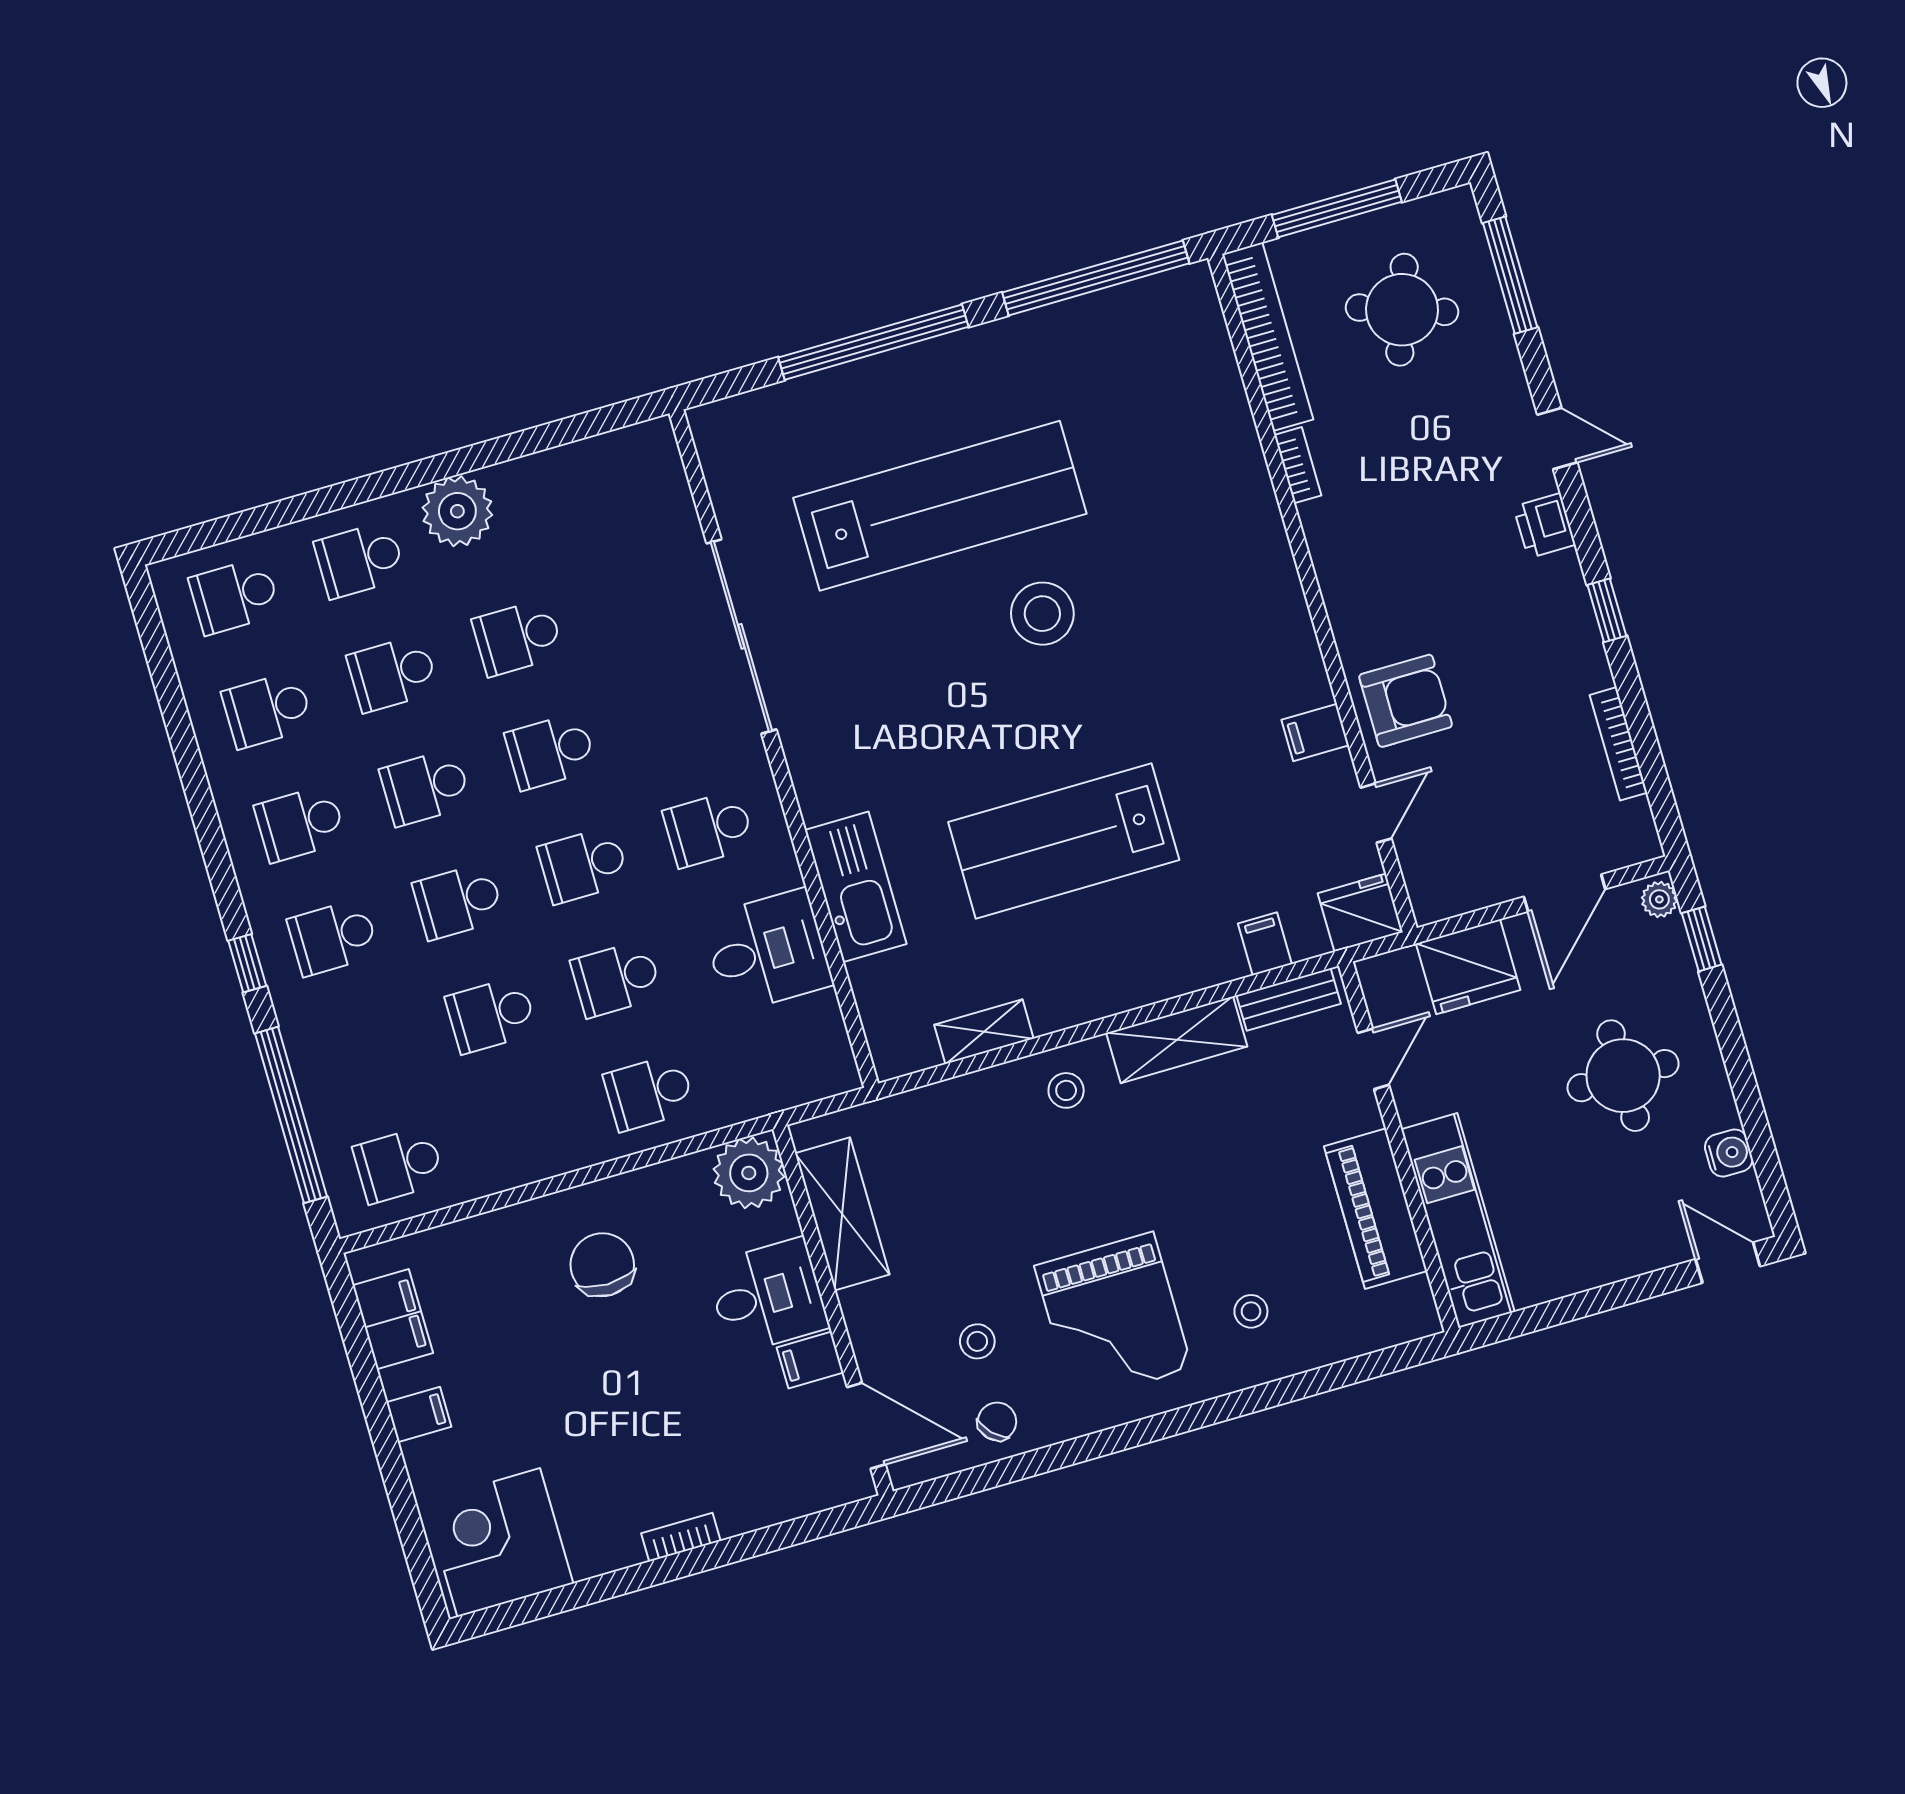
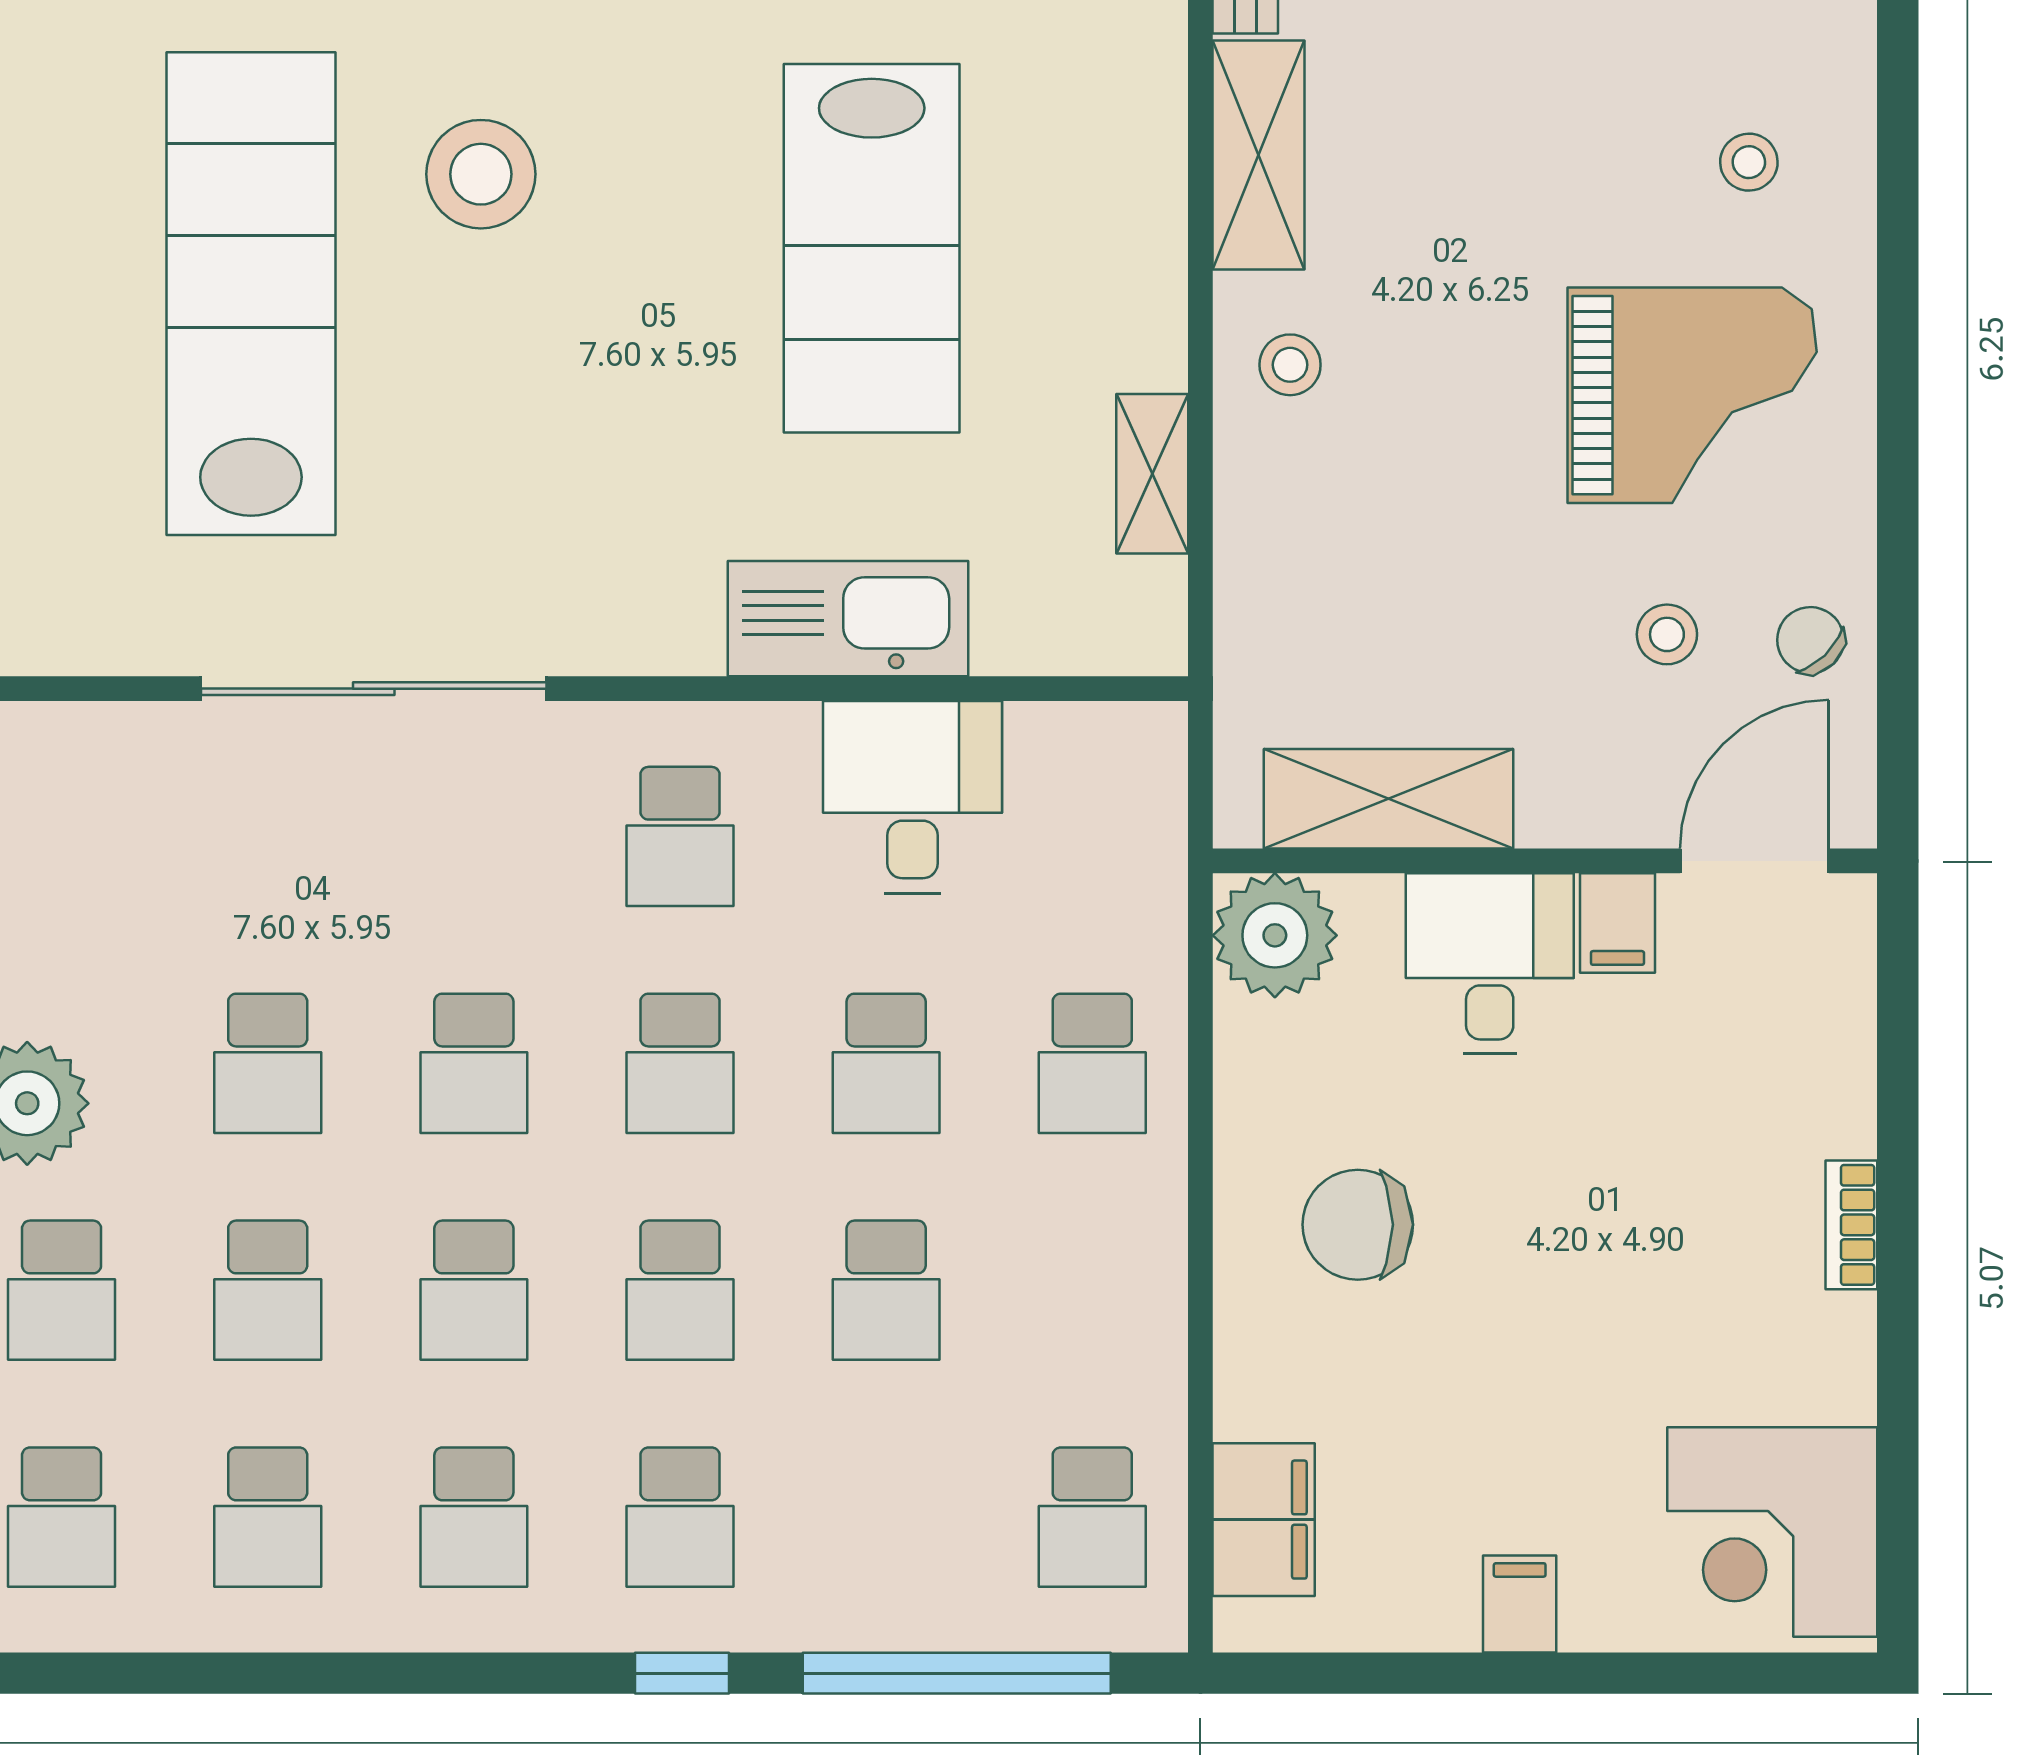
filing cabinet: (393, 1319) -> (1264, 1520), moved, turned 90

